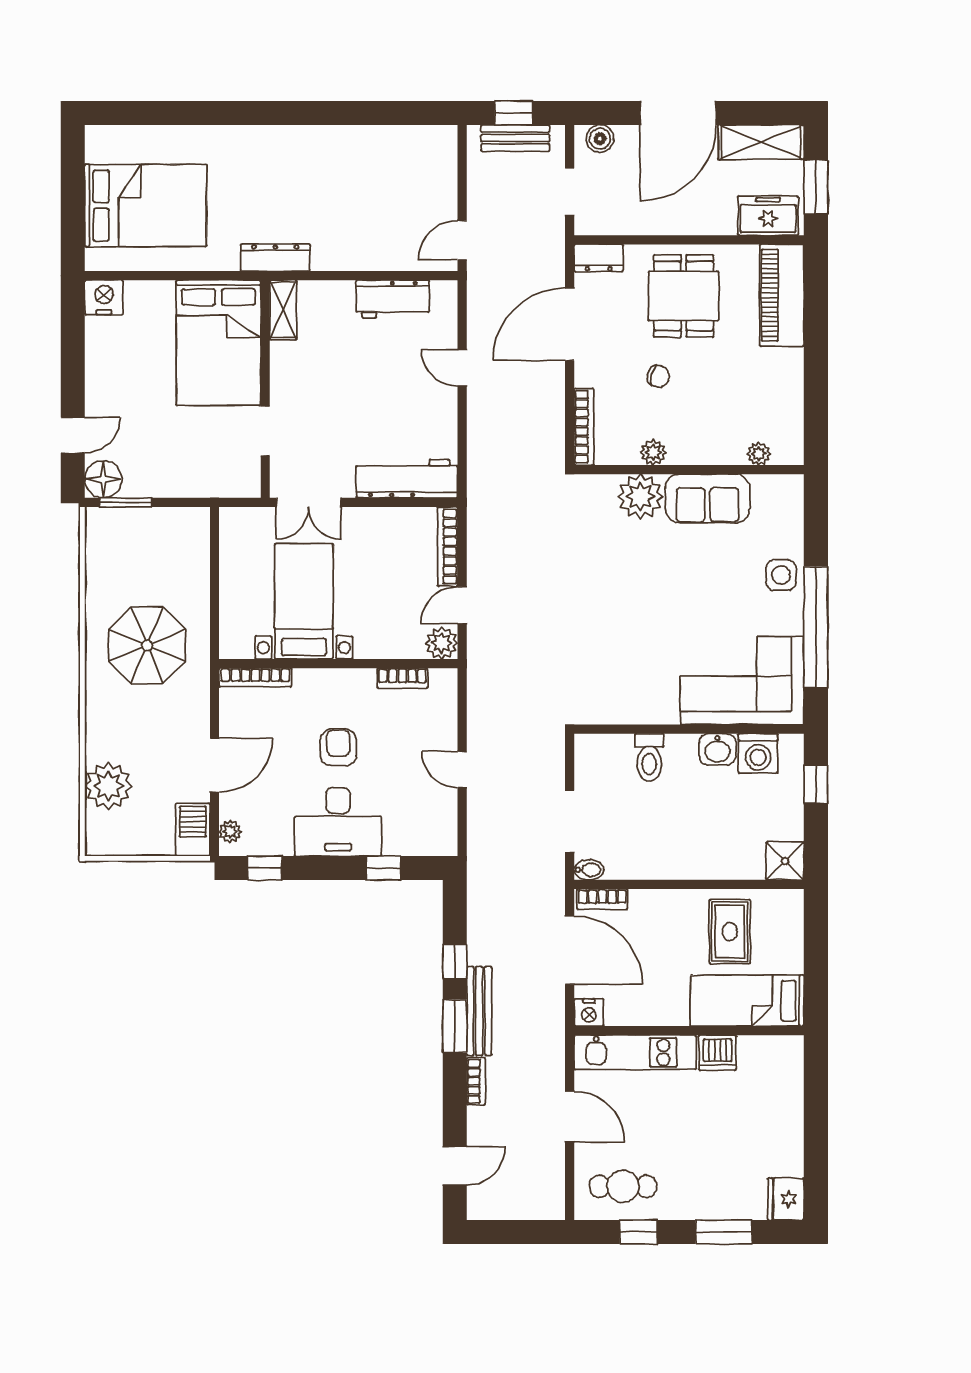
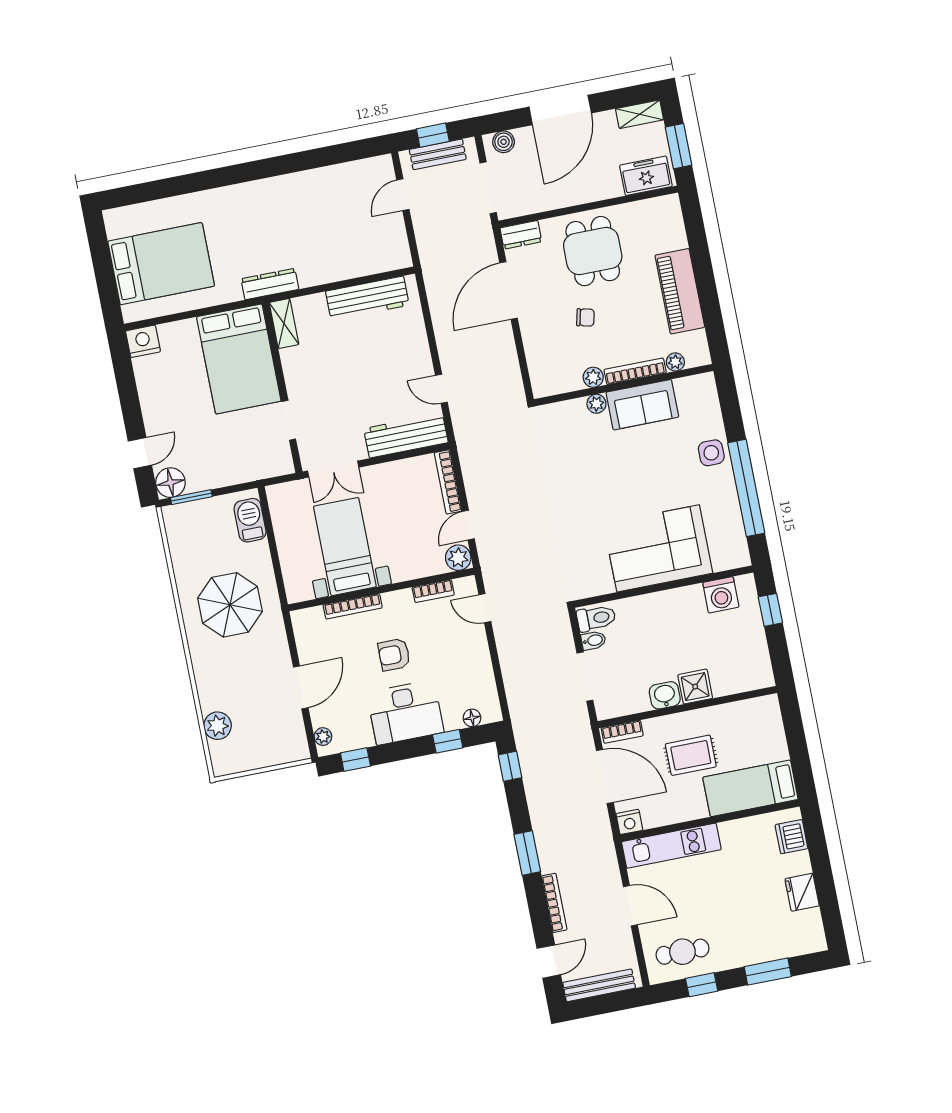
shelving: (761, 142) -> (640, 114), width x0.67, depth x0.75
doorway: (570, 192) -> (488, 188), width x1.38
door: (462, 240) -> (403, 195), moved
piano: (782, 295) -> (680, 291), moved
workbench: (393, 299) -> (367, 298), width x1.37
door: (462, 368) -> (441, 389), moved
bookcase: (584, 427) -> (635, 371), moved, turned -90
plant: (640, 497) -> (596, 404), width x0.53, depth x0.53
bookcase: (255, 677) -> (353, 606), moved
corner sofa: (742, 681) -> (658, 548), moved
armchair: (338, 747) -> (394, 655), turned -90
washbasin: (717, 749) -> (665, 695), moved, turned 180
toilet: (649, 757) -> (596, 618), moved, turned -90
door: (462, 769) -> (485, 608), moved
plant: (108, 786) -> (218, 726), width x0.73, depth x0.73
barbecue: (193, 830) -> (250, 520), moved
floor lamp: (419, 845) -> (472, 718), added
shower: (785, 861) -> (695, 687), moved
bidet: (589, 870) -> (593, 640), moved
rug: (730, 932) -> (691, 755), moved, turned 90
window: (455, 962) -> (510, 766), moved
bench: (479, 1011) -> (599, 985), moved, turned 90
dishwasher: (718, 1053) -> (791, 837), moved, turned 90
bookcase: (476, 1081) -> (554, 903), width x1.56
fridge: (786, 1199) -> (802, 892), moved

